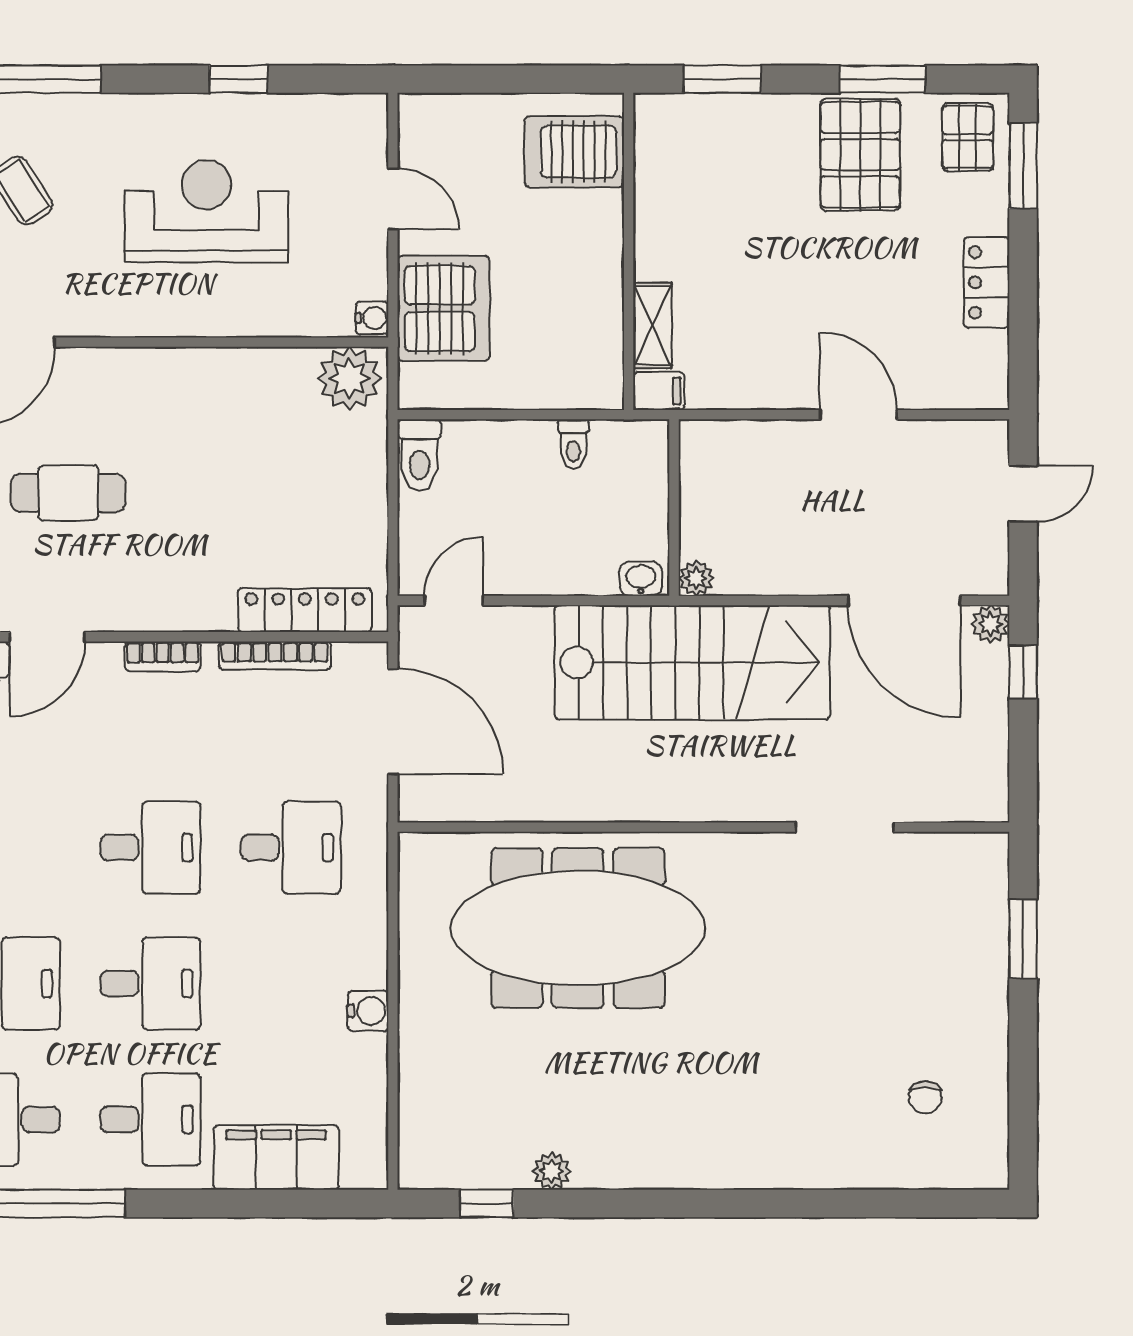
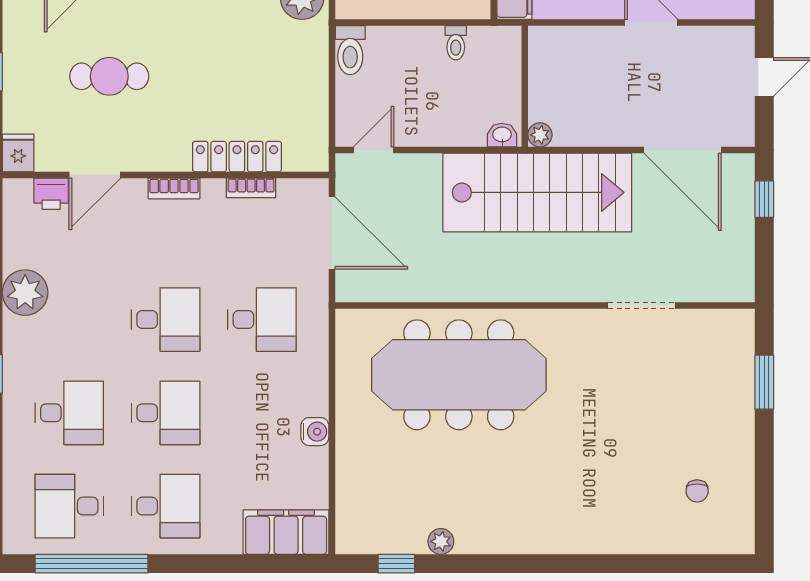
locker: (305, 610) -> (237, 157), moved
plant: (991, 624) -> (742, 166), removed
bookcase: (275, 656) -> (251, 188), width x0.64
filing cabinet: (276, 1157) -> (286, 532), moved

